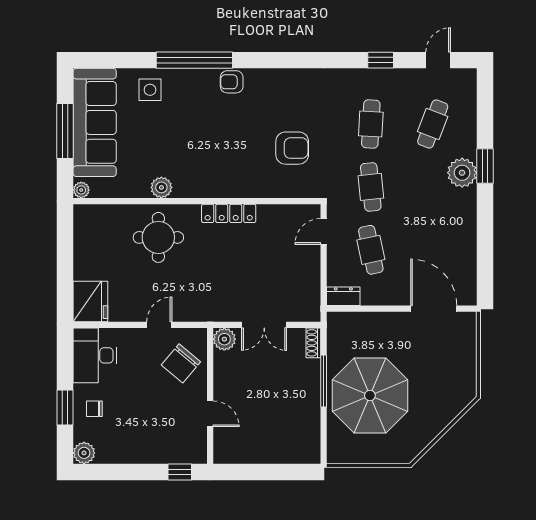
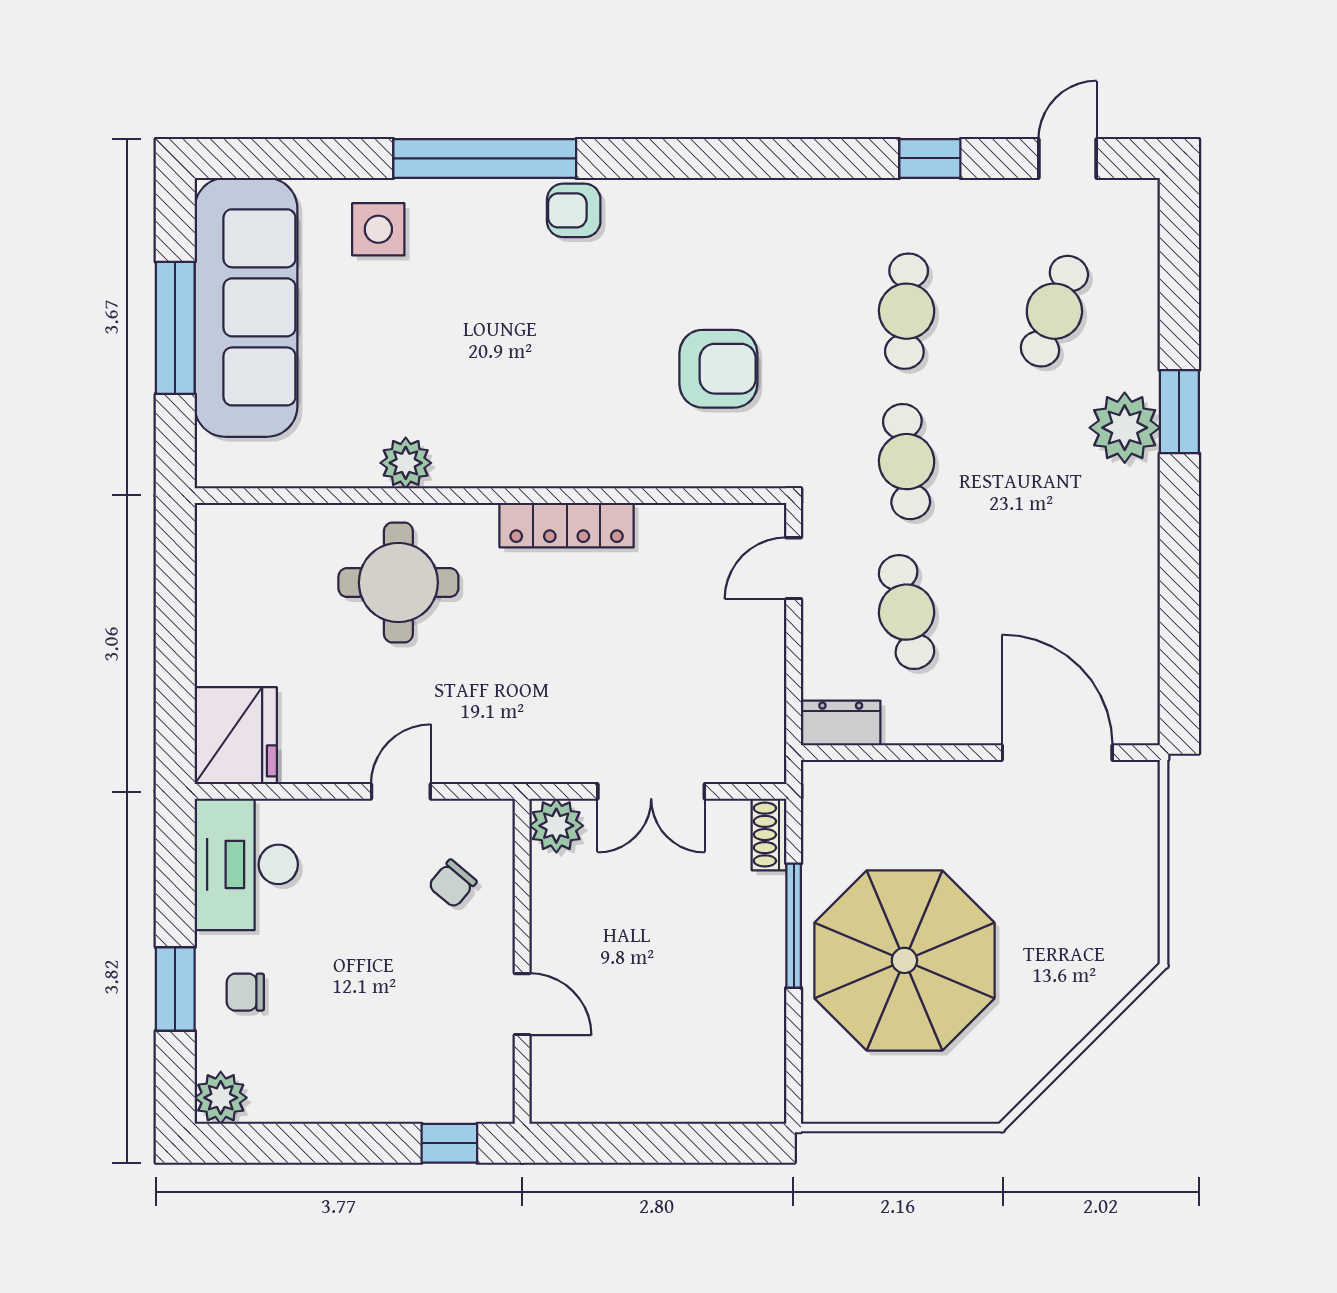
plant: (81, 190) -> (214, 469), removed
chair: (181, 363) -> (452, 884), width x0.54, depth x0.54

